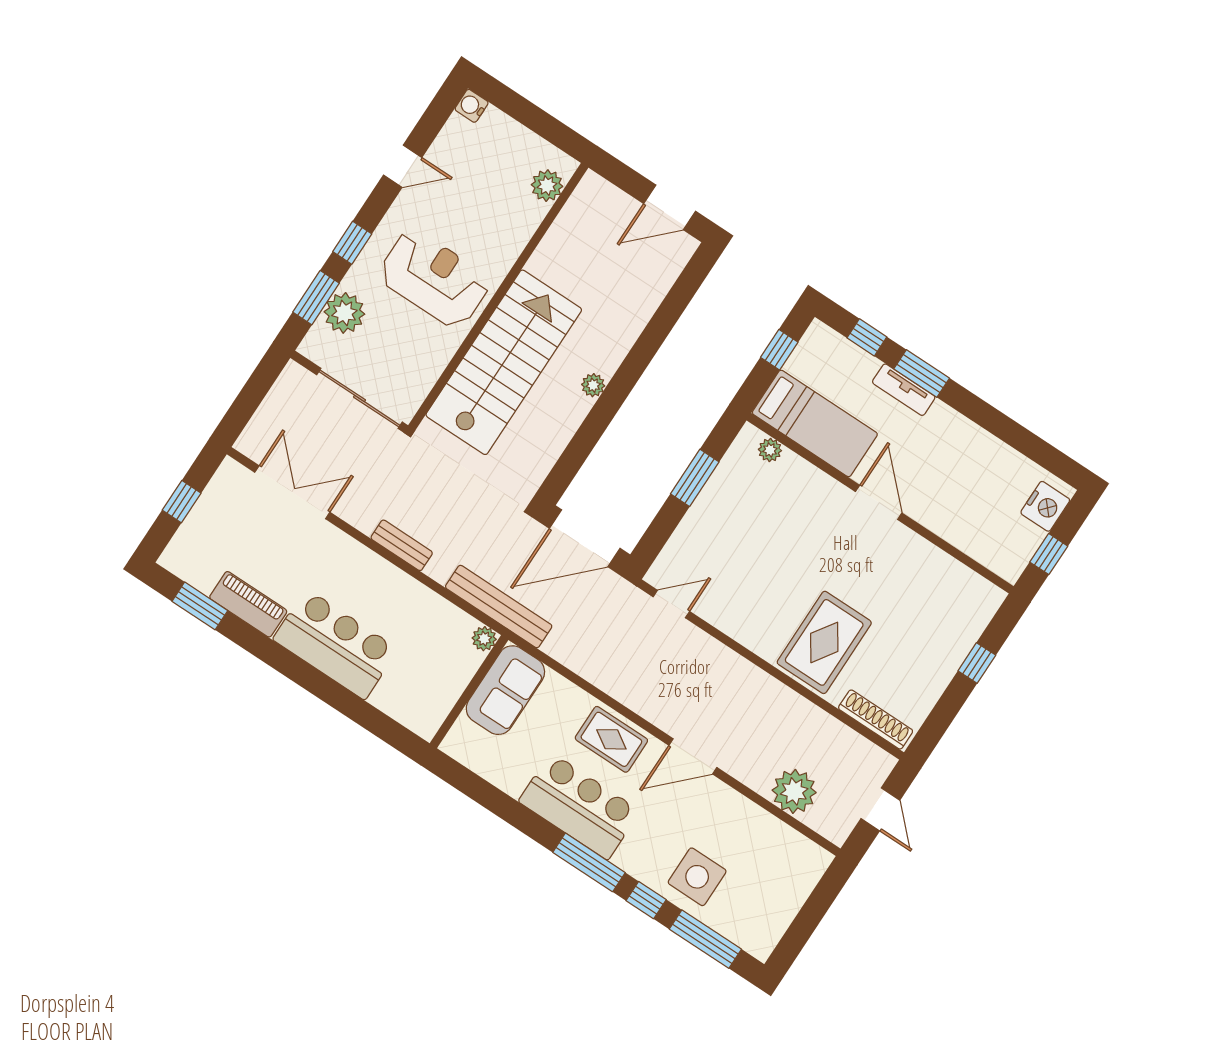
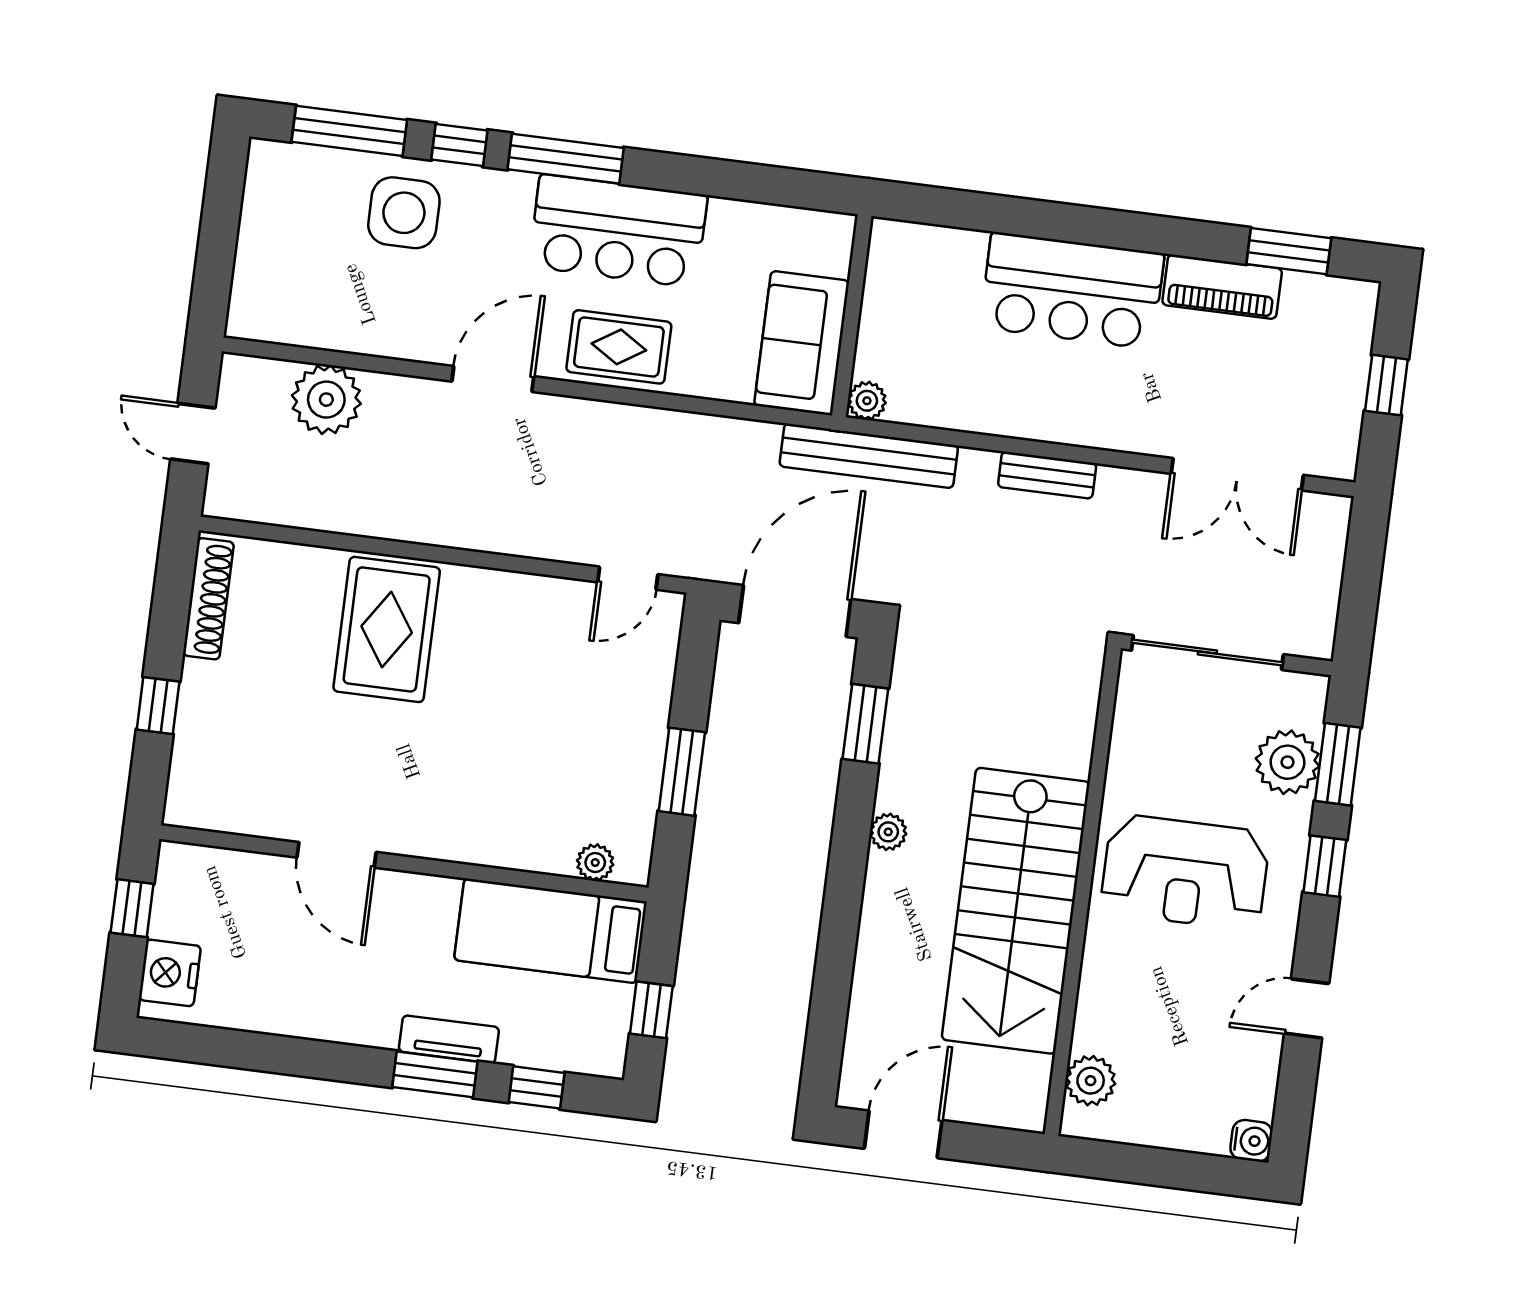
stairs: (504, 362) -> (1016, 911), moved
window: (576, 454) -> (865, 724), added
door: (879, 502) -> (337, 855), moved
shoe rack: (876, 719) -> (208, 599), moved, turned -90

